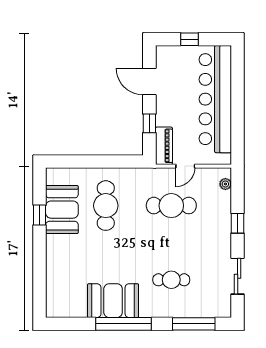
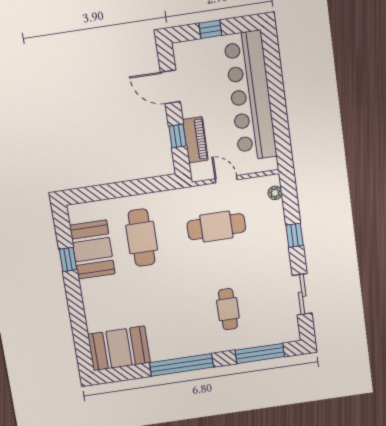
piano: (164, 146) -> (195, 140), moved
door: (185, 166) -> (226, 179), swing flipped
cafe table: (171, 280) -> (228, 309), turned 90
booth: (113, 301) -> (119, 348), moved

